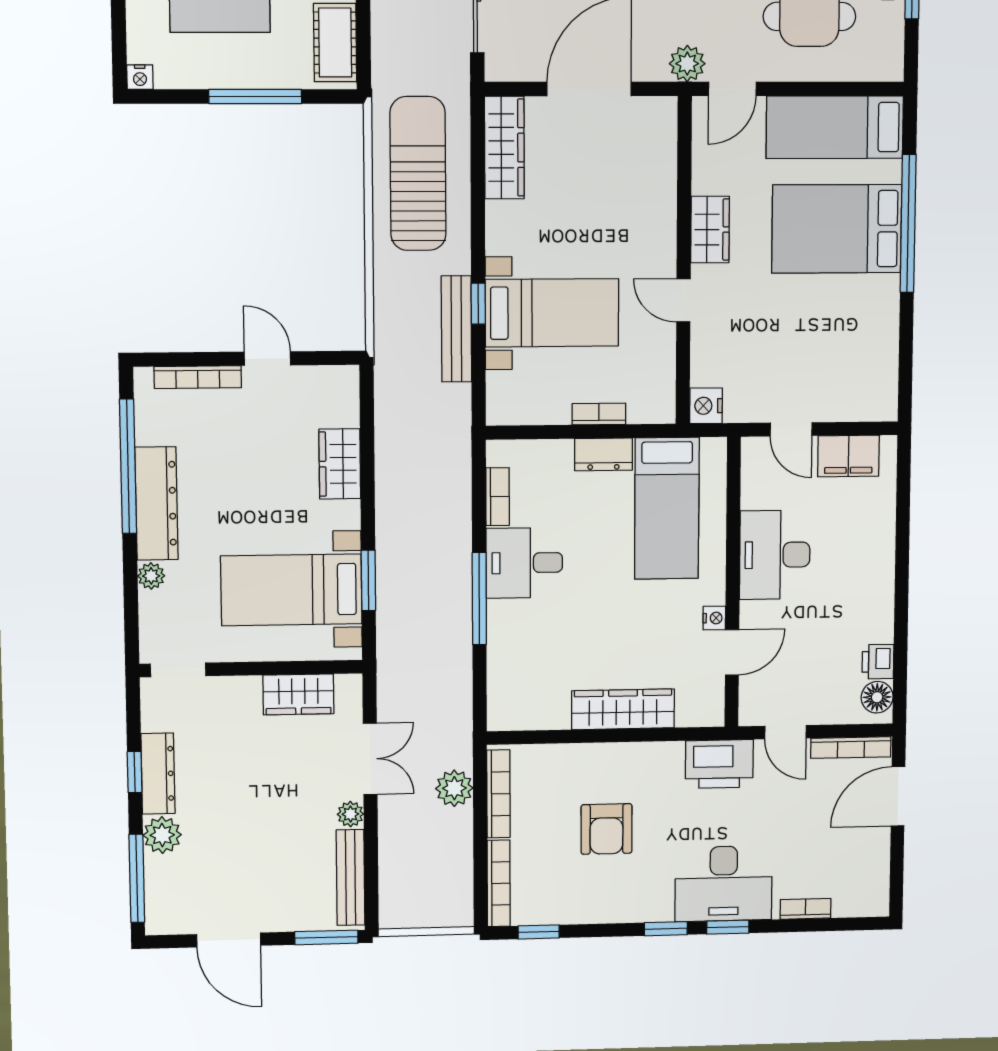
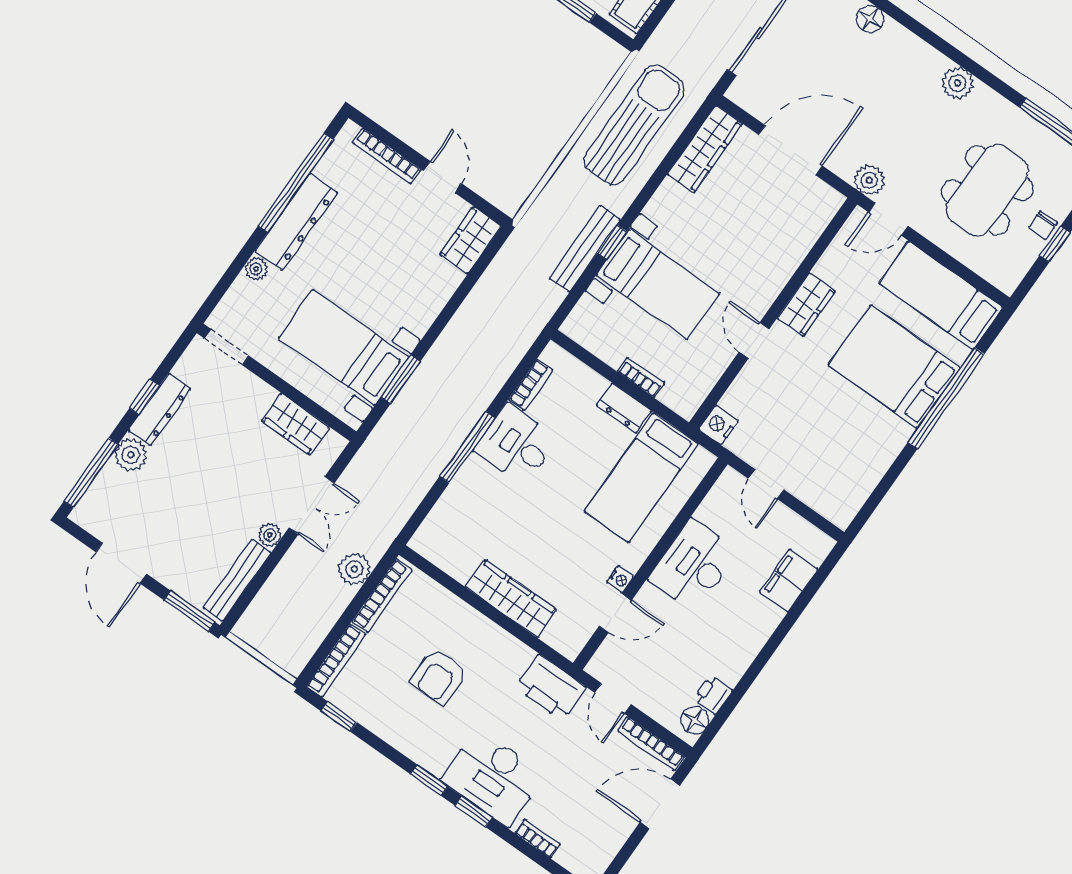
filing cabinet: (848, 456) -> (789, 581), moved, turned 90
wardrobe: (340, 464) -> (471, 240), moved

